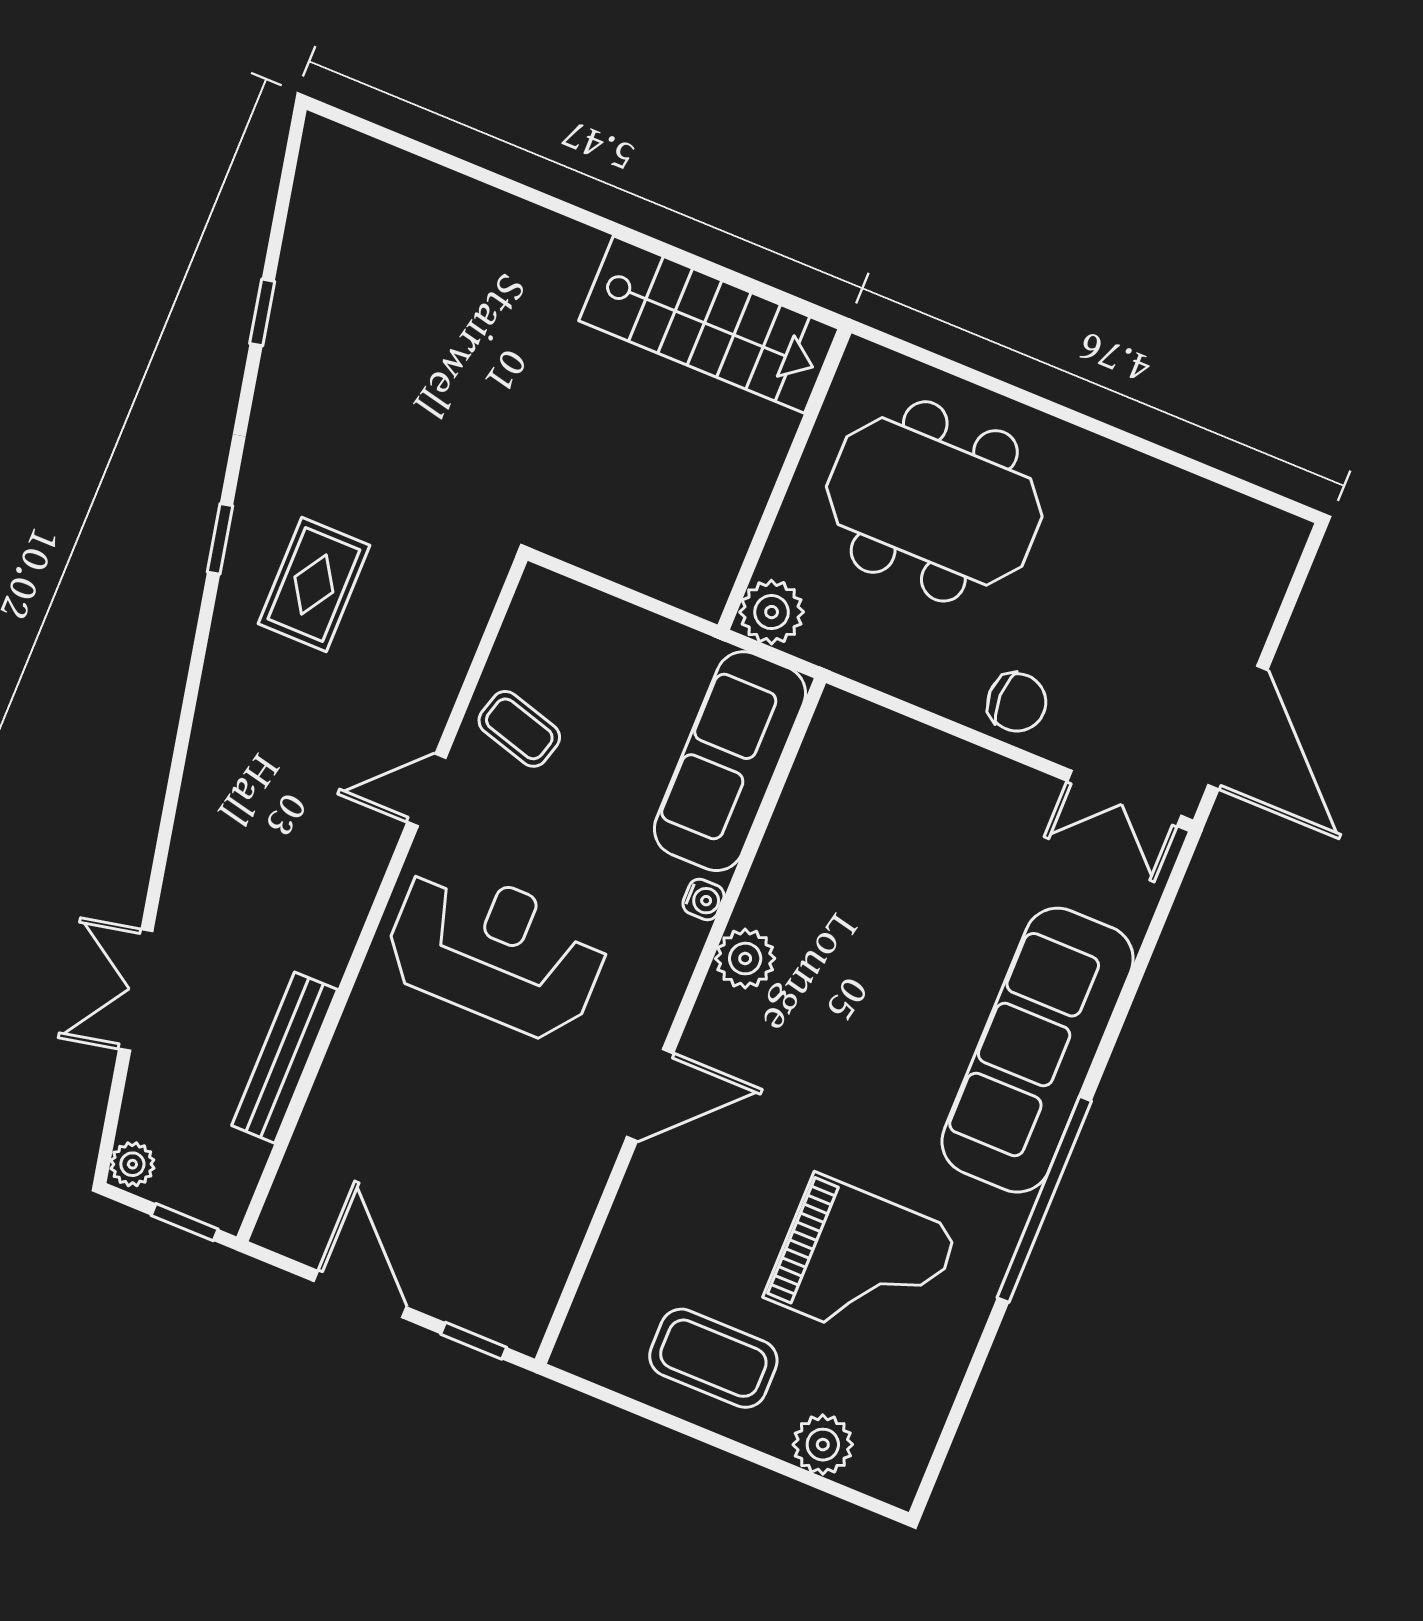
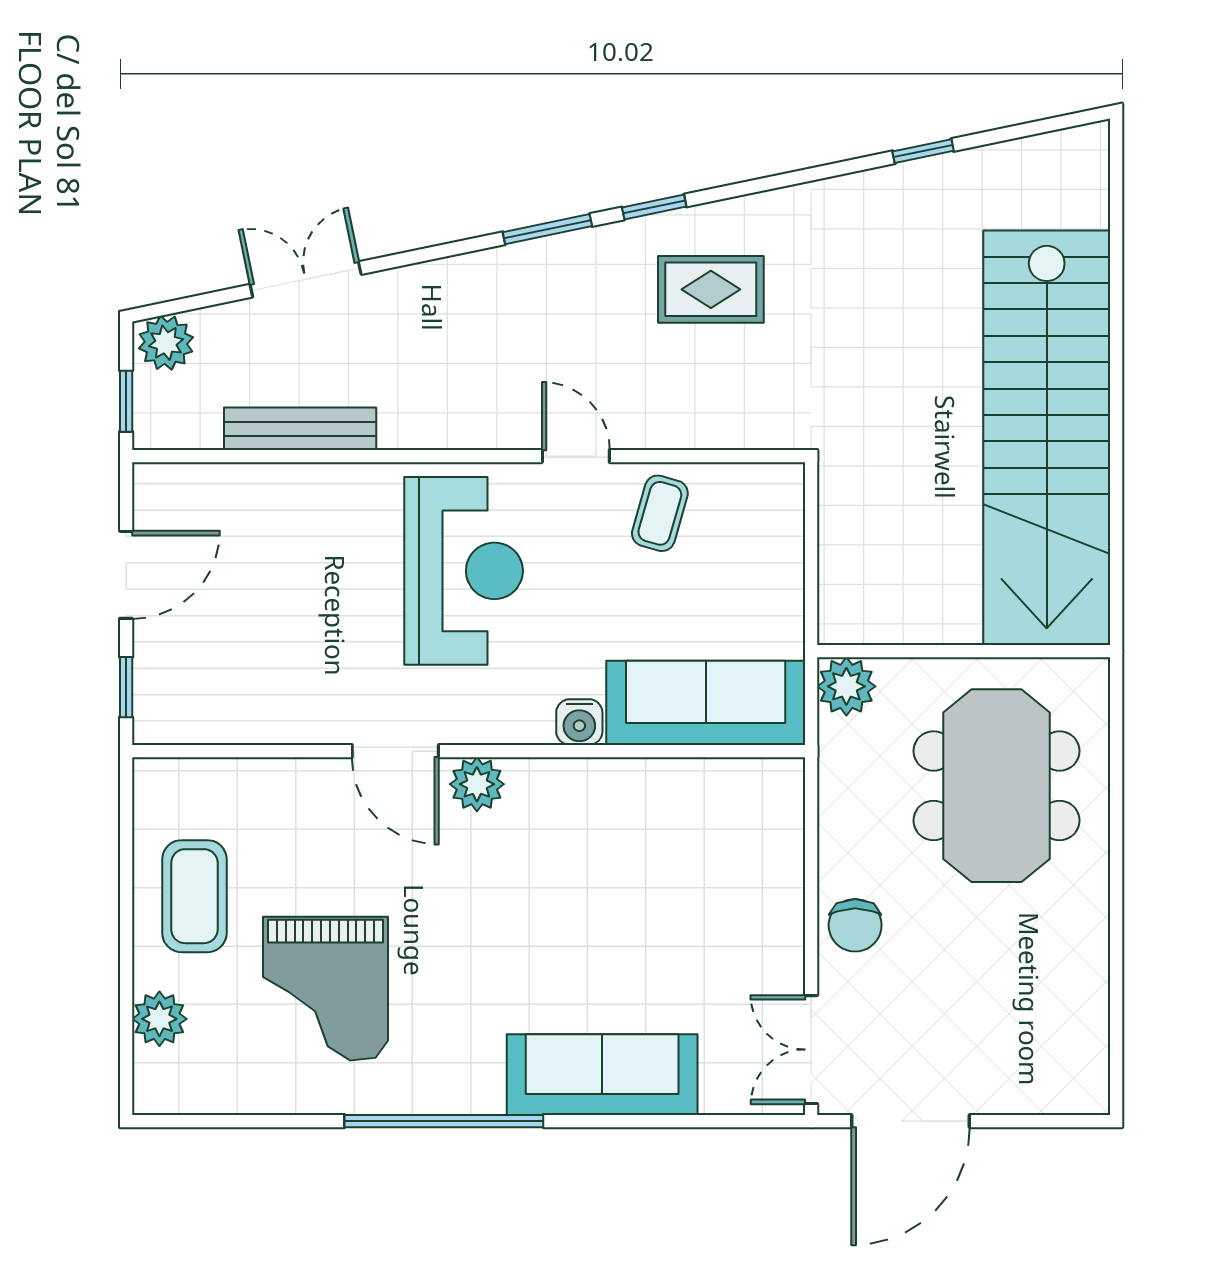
stairs: (709, 325) -> (1047, 438), width x1.86, depth x1.51
window: (220, 539) -> (654, 207), moved
window: (185, 725) -> (547, 229), added
water cooler: (703, 900) -> (579, 722), width x1.38, depth x1.38
plant: (745, 959) -> (477, 784), moved
sofa: (1038, 1050) -> (602, 1075), width x0.74, depth x0.79
plant: (132, 1164) -> (166, 343), width x1.38, depth x1.38

